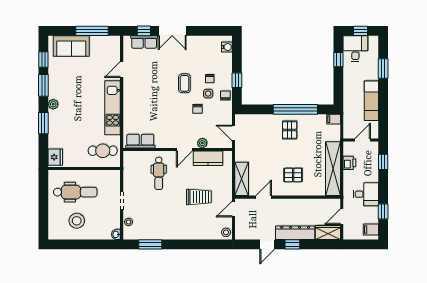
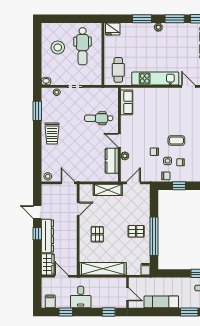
printer: (349, 163) -> (108, 283), removed
shelving: (242, 179) -> (108, 190), moved
trolley: (199, 197) -> (52, 134), moved
door: (264, 197) -> (78, 209), hinge flipped

